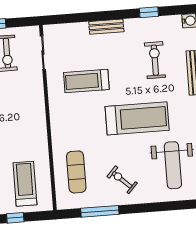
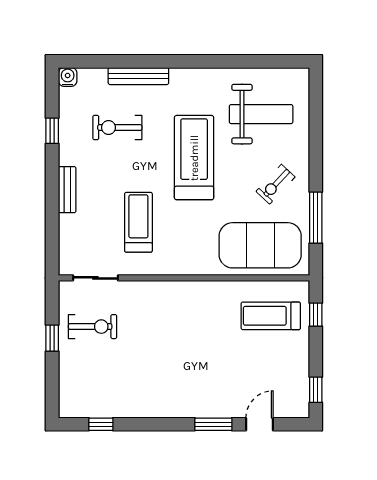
treadmill: (86, 81) -> (138, 222), turned 180
exercise mat: (76, 172) -> (260, 245), width x2.00, depth x1.45
window: (15, 218) -> (316, 315), moved

